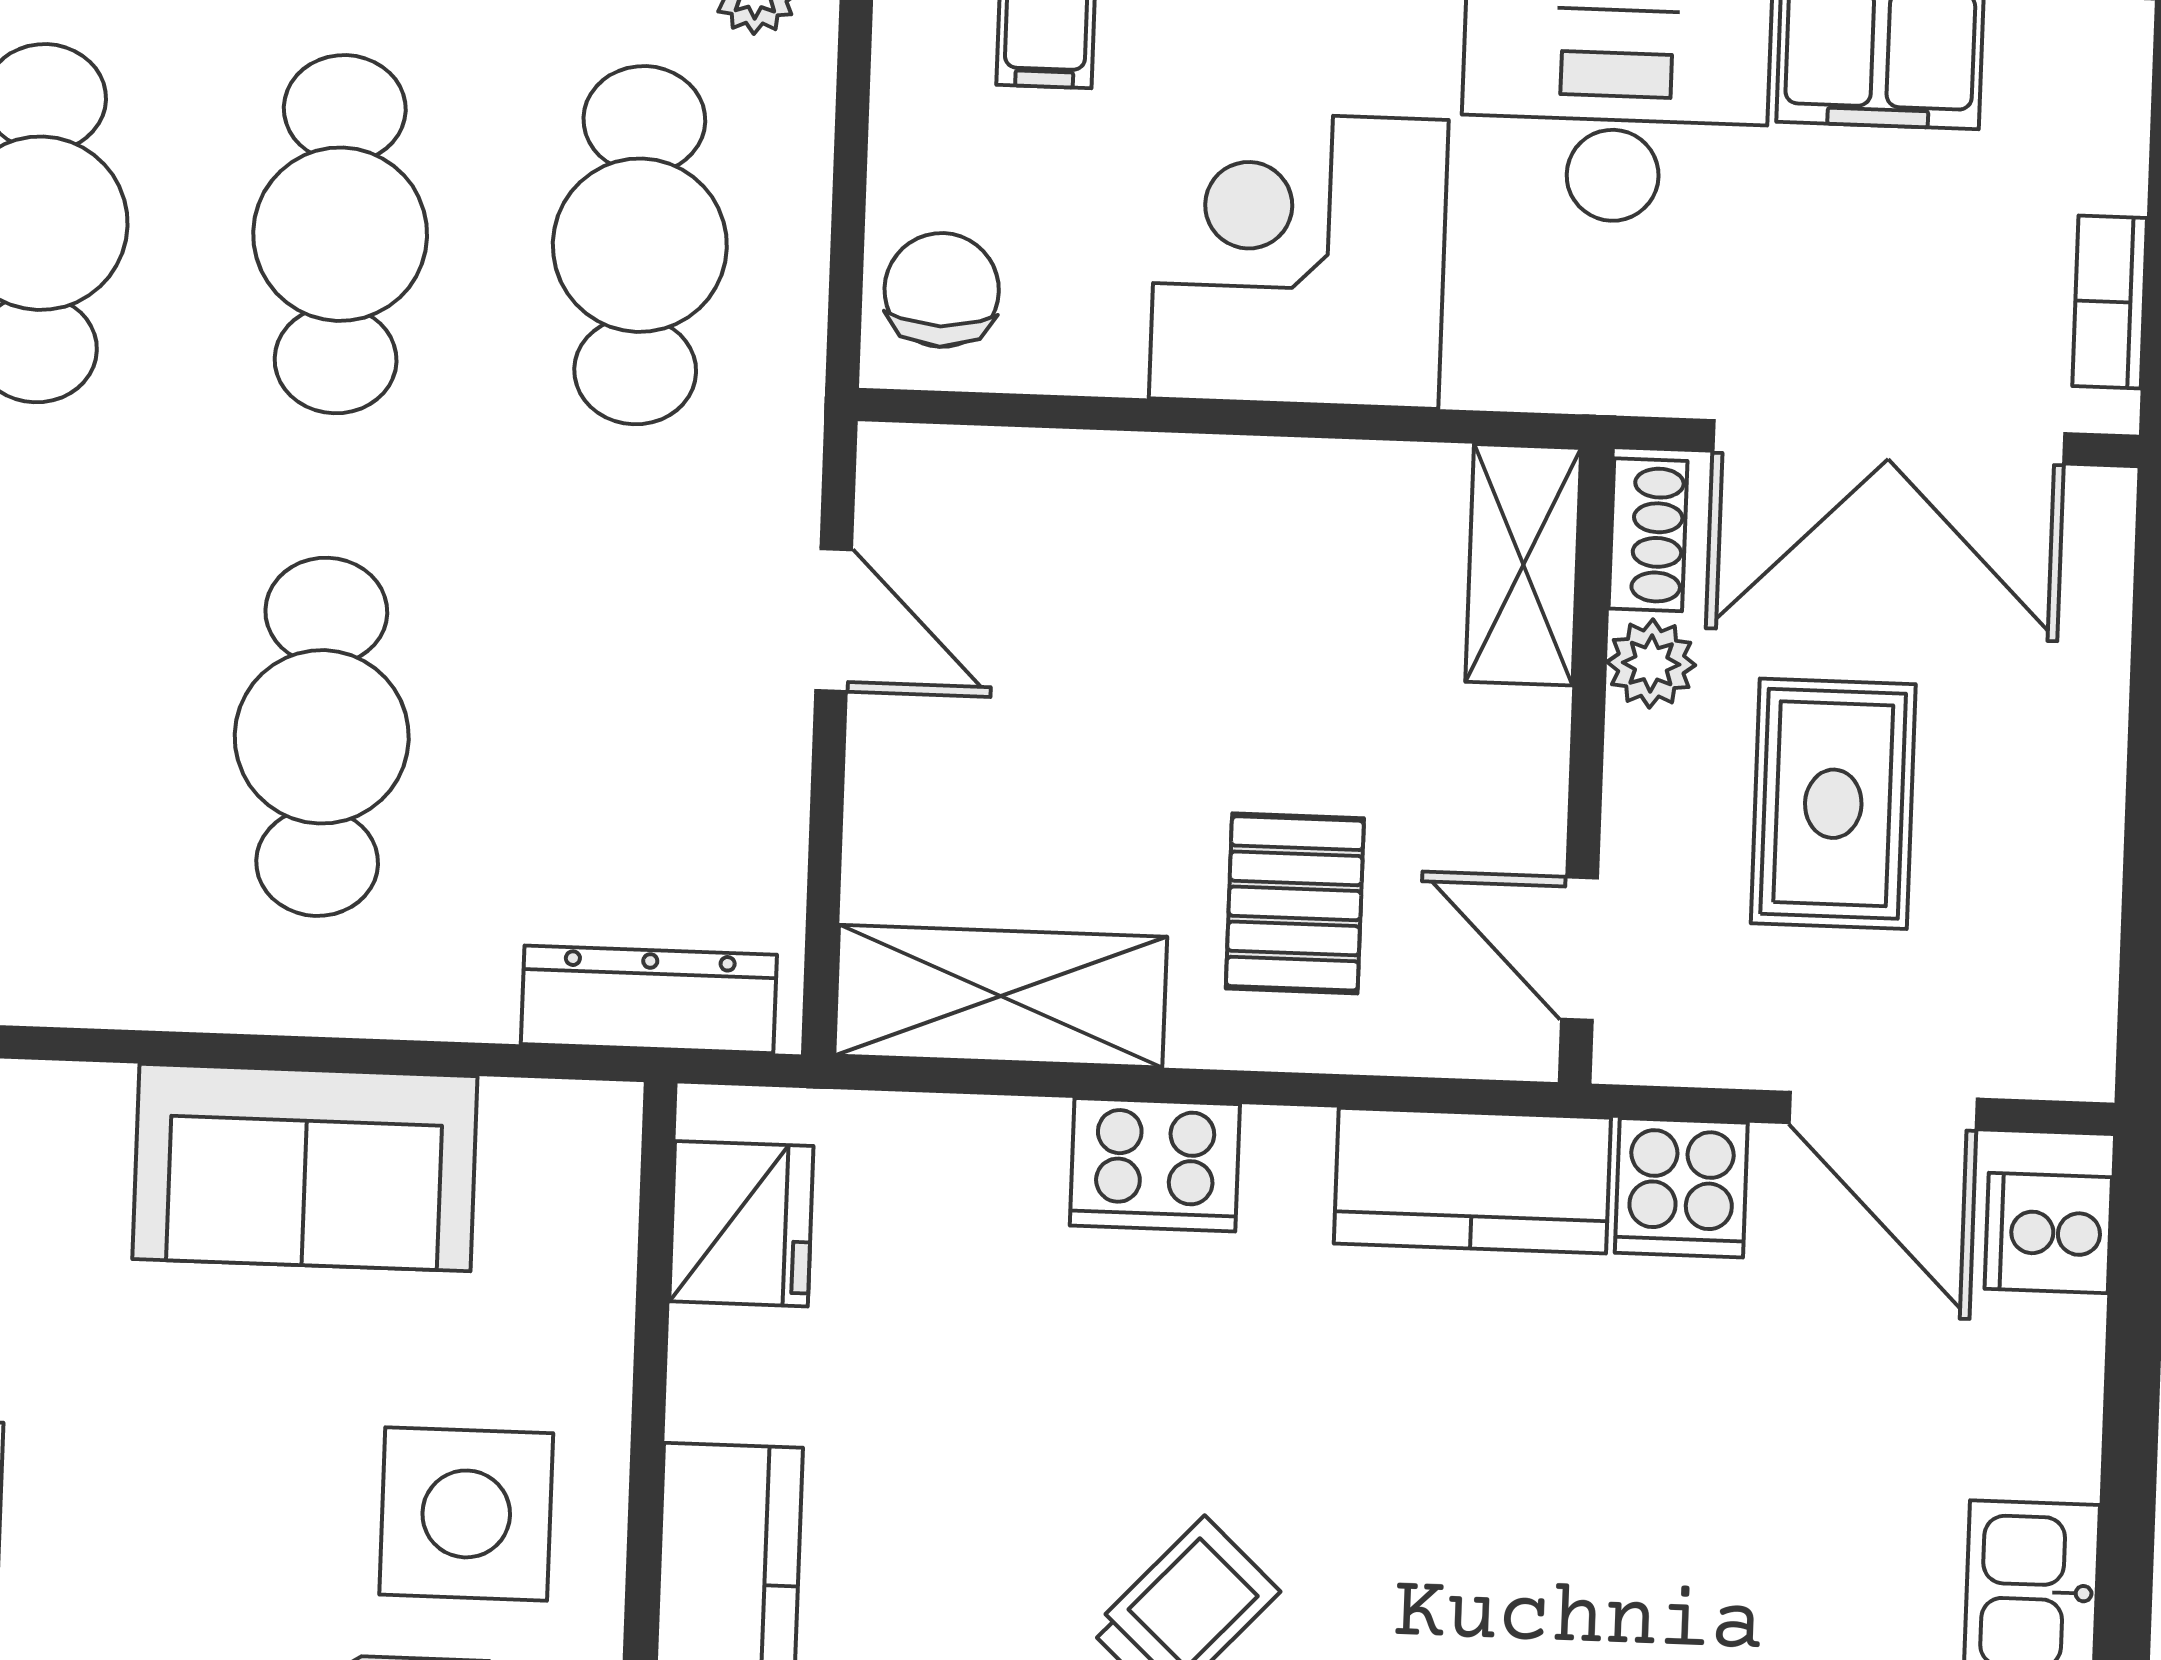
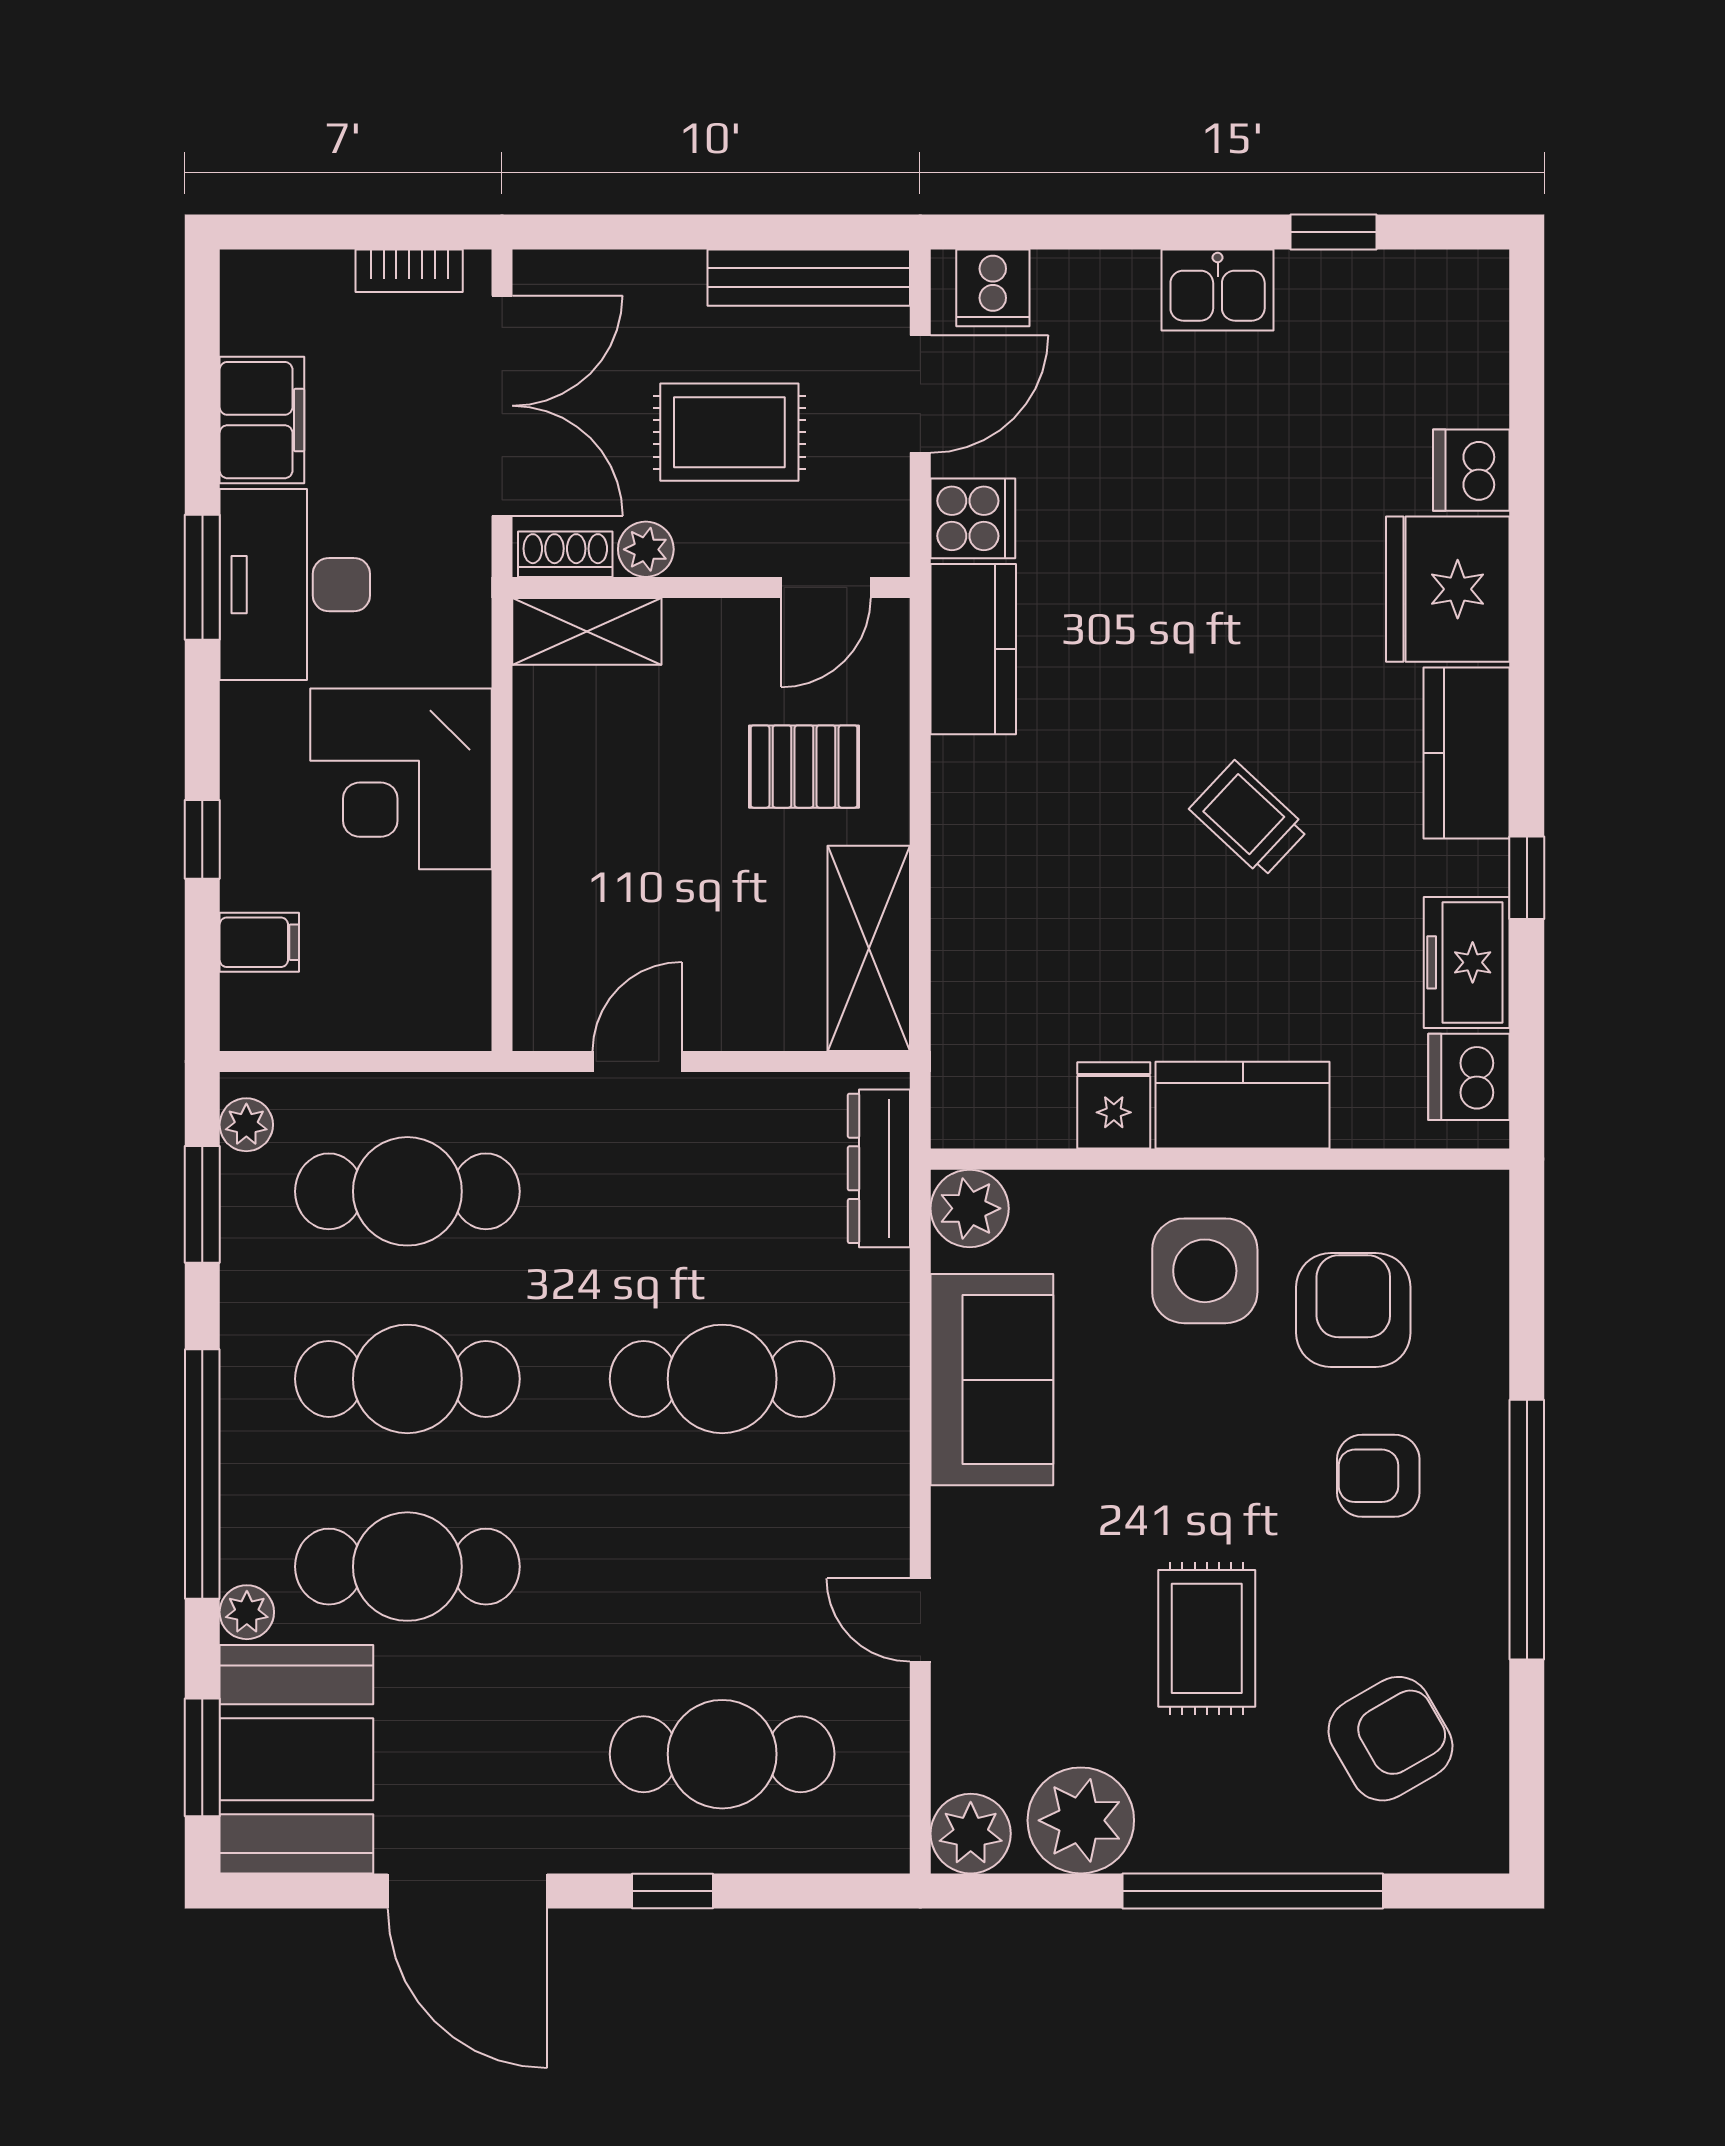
chair: (942, 290) -> (428, 1001), removed
bench: (2075, 940) -> (809, 278), added
plant: (580, 1142) -> (970, 1208), added
cooker: (1155, 1165) -> (971, 848), removed
fridge: (741, 1224) -> (1114, 1105), moved, width x0.72

